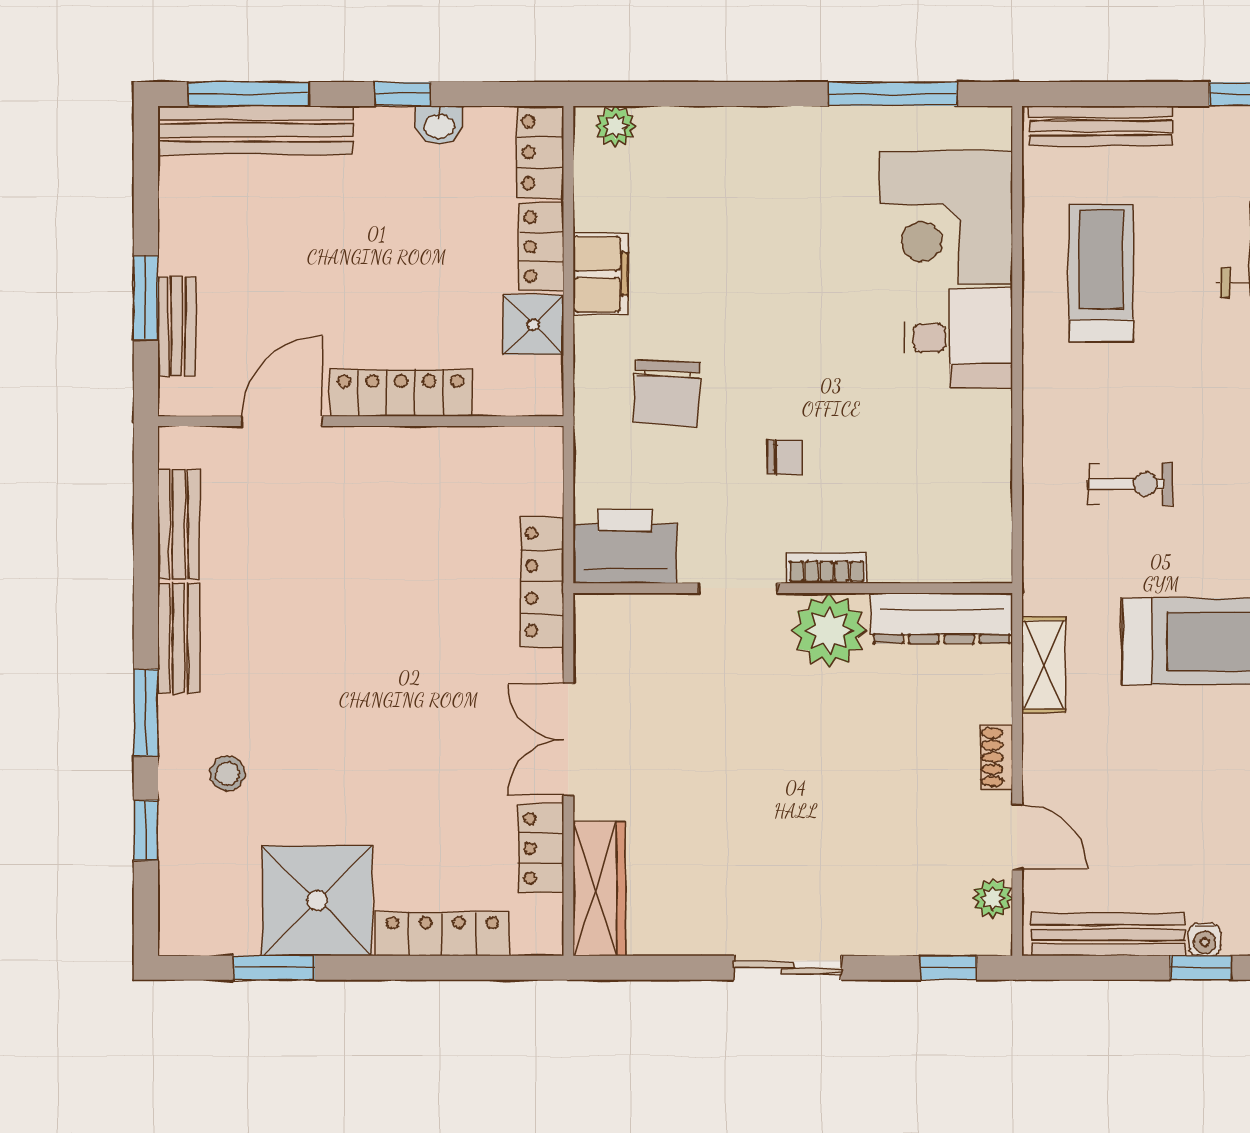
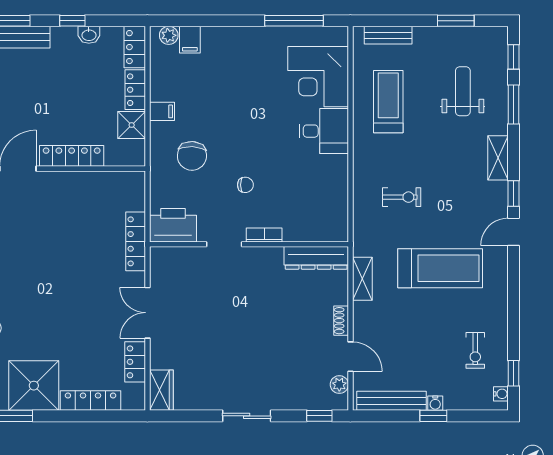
bench: (1101, 126) -> (388, 35), width x0.73
filing cabinet: (662, 136) -> (190, 40), added
filing cabinet: (601, 274) -> (162, 111), width x0.50
plant: (829, 630) -> (265, 263), removed
wardrobe: (599, 889) -> (161, 390), width x0.67

